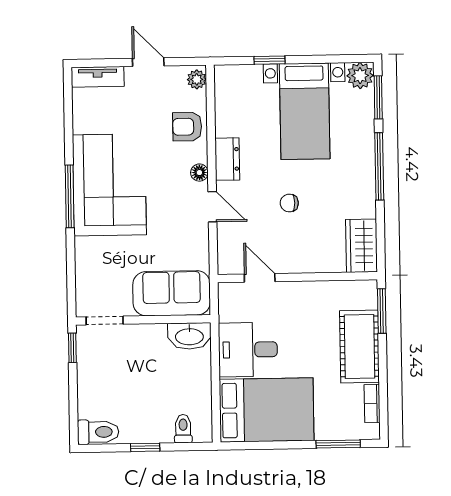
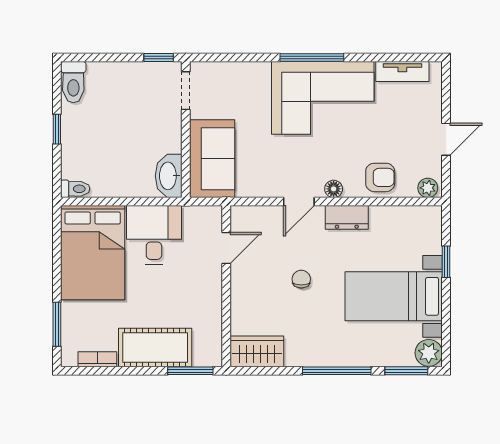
tv unit: (98, 77) -> (402, 71), moved, turned -90
armchair: (187, 127) -> (380, 177), turned 90
toilet: (183, 429) -> (75, 189), moved

